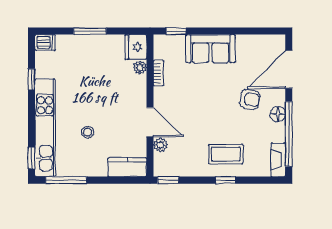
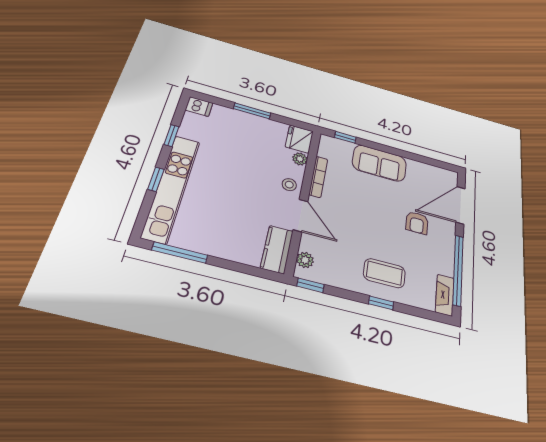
bookcase: (159, 73) -> (318, 177), width x1.56
armchair: (250, 99) -> (417, 223), turned 82
floor lamp: (278, 114) -> (447, 246), removed
stool: (88, 132) -> (289, 185), moved
plant: (160, 145) -> (305, 260), moved
window: (31, 158) -> (156, 179), moved
kitchen counter: (127, 167) -> (277, 249), moved, turned -90

